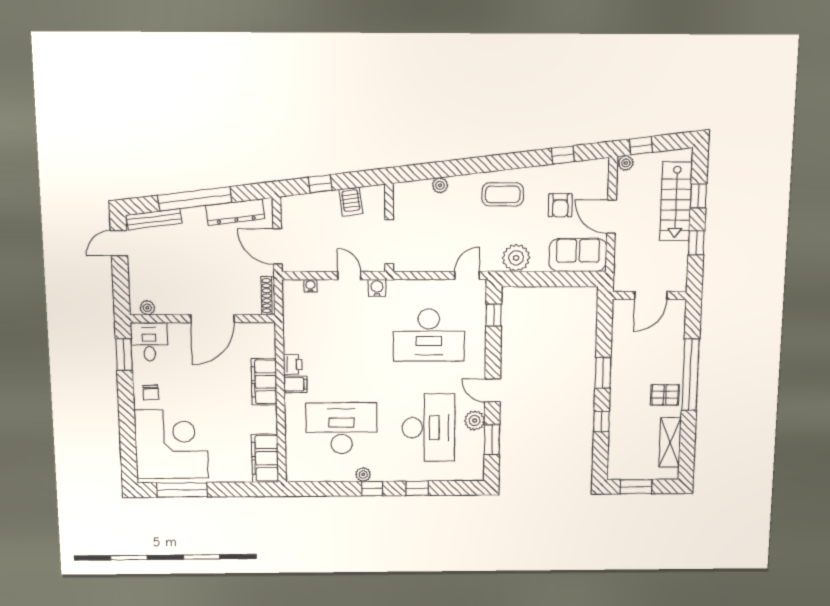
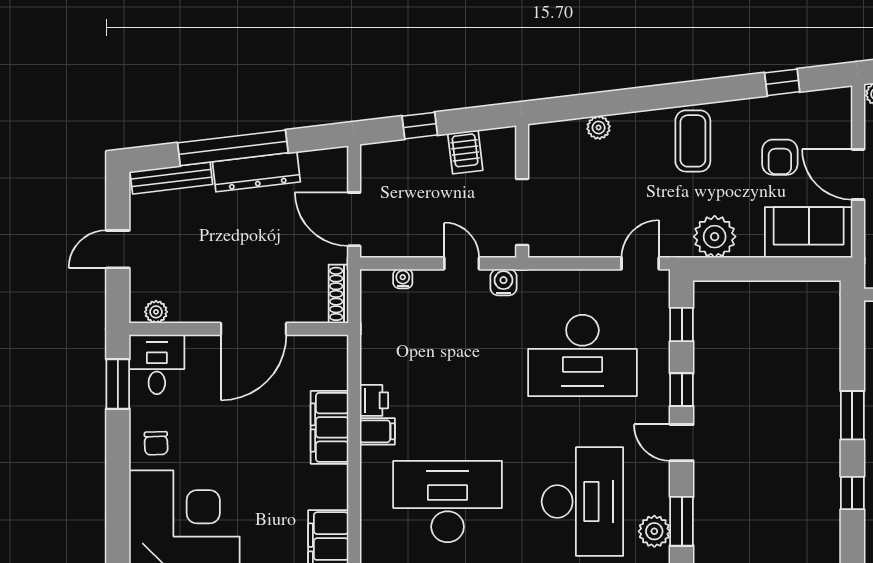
coffee table: (503, 194) -> (693, 141), turned 90
dresser: (235, 212) -> (256, 172), moved
door: (119, 243) -> (118, 249), moved
window: (493, 357) -> (682, 390), added
plant: (475, 421) -> (654, 531), moved

